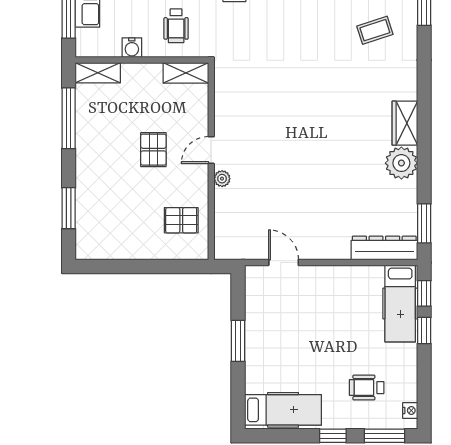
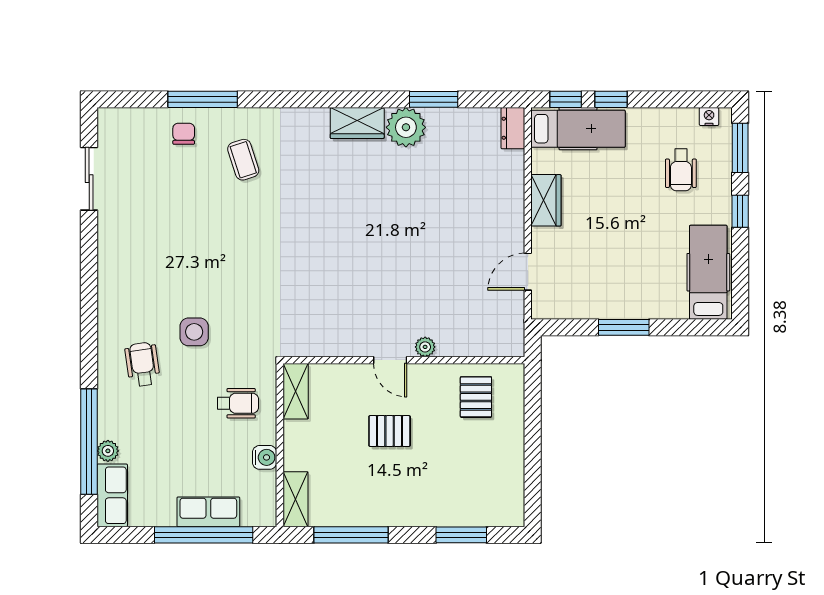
window: (424, 223) -> (434, 99), moved
dresser: (384, 248) -> (513, 128), width x0.51, depth x0.80
wardrobe: (342, 277) -> (546, 200), added

